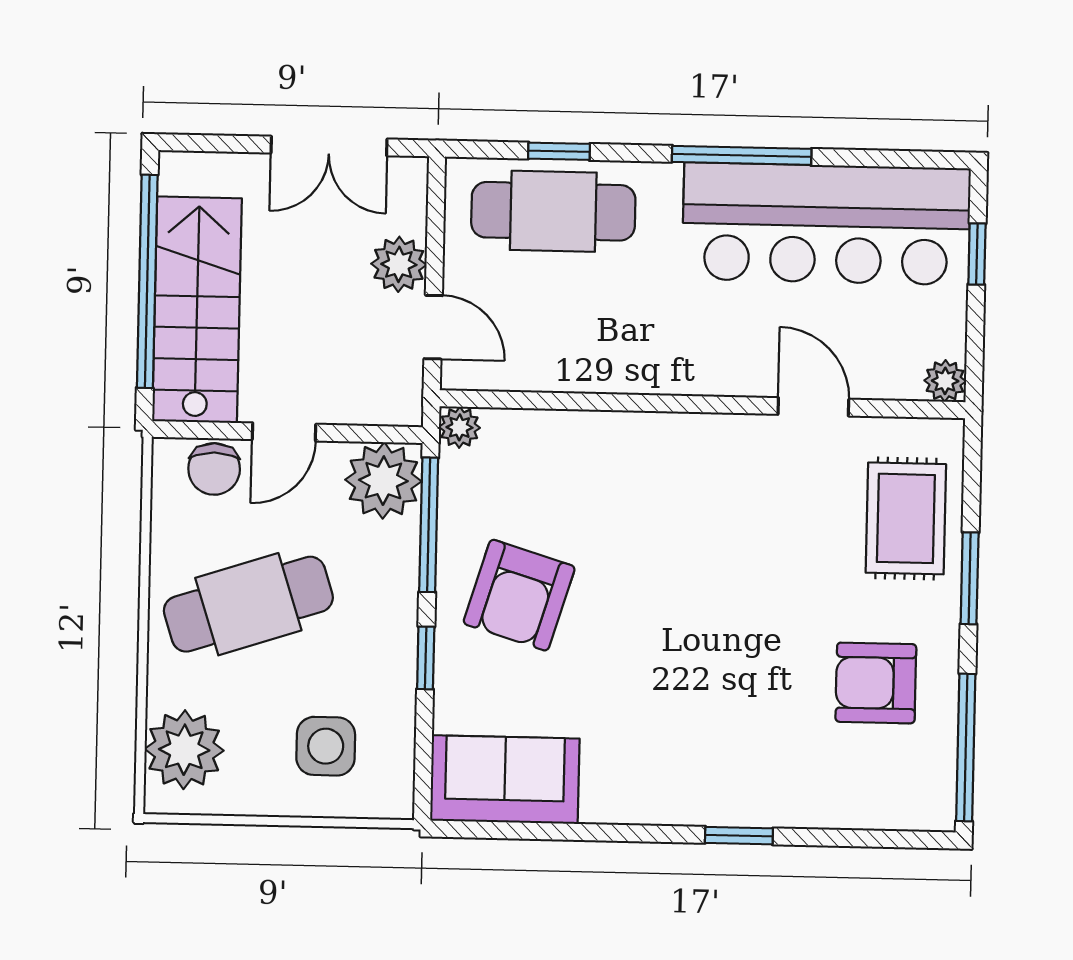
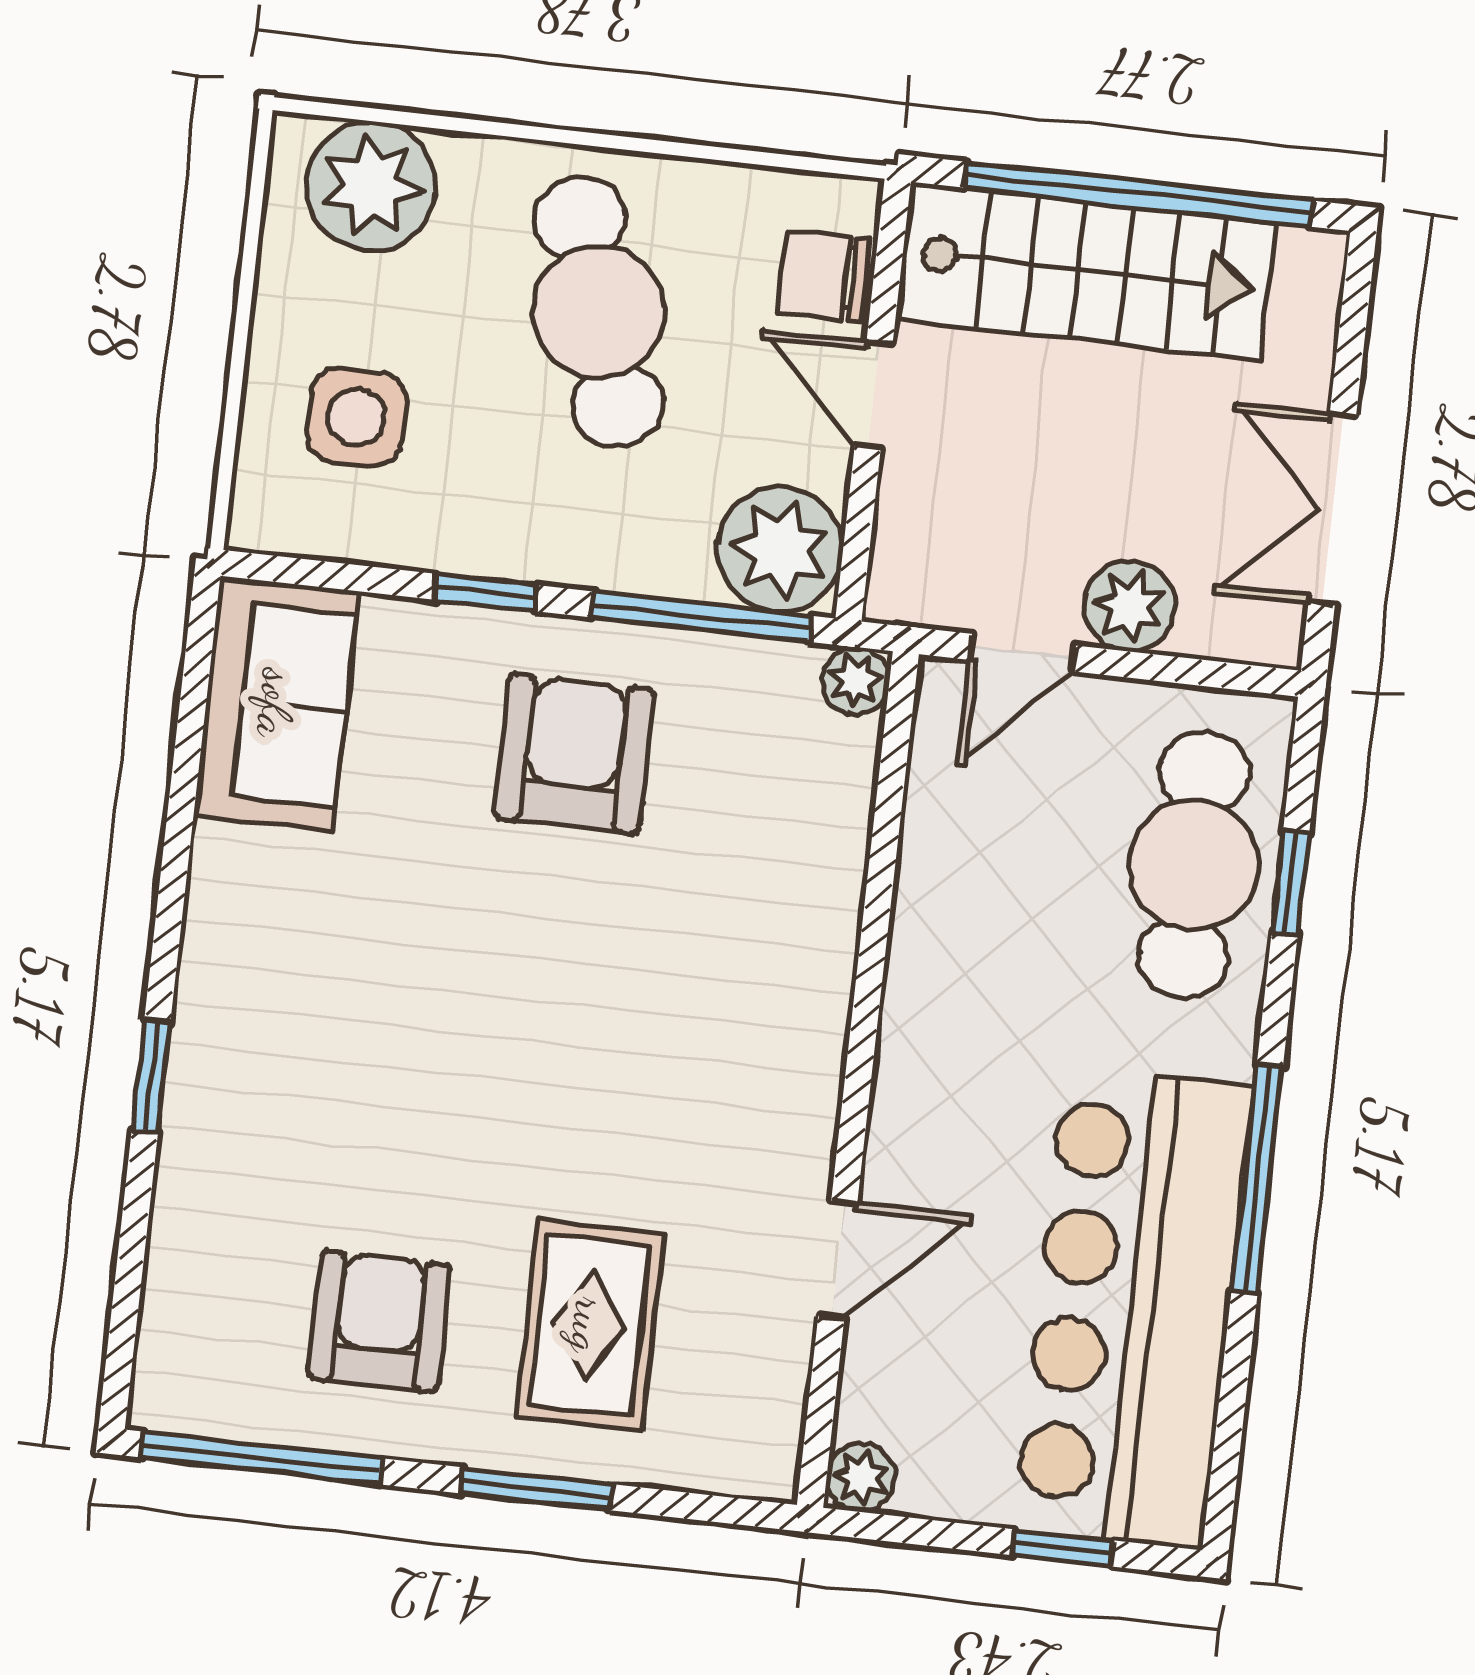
rug: (906, 518) -> (589, 1325), moved, turned 90
armchair: (519, 595) -> (574, 754), turned 73

